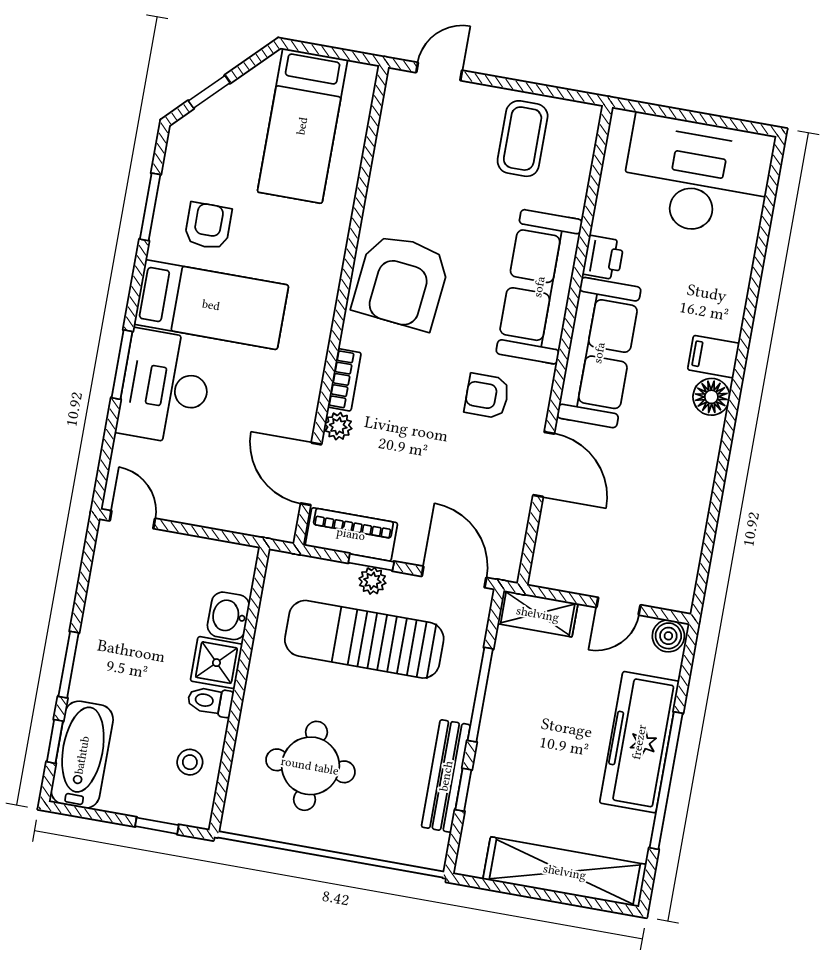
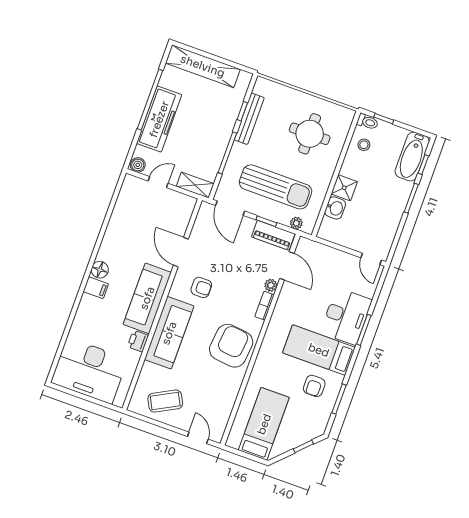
door: (439, 71) -> (198, 438), swing flipped
coffee table: (523, 139) -> (165, 401), turned 62
plant: (372, 581) -> (296, 223), moved
toilet: (210, 701) -> (368, 122), moved

